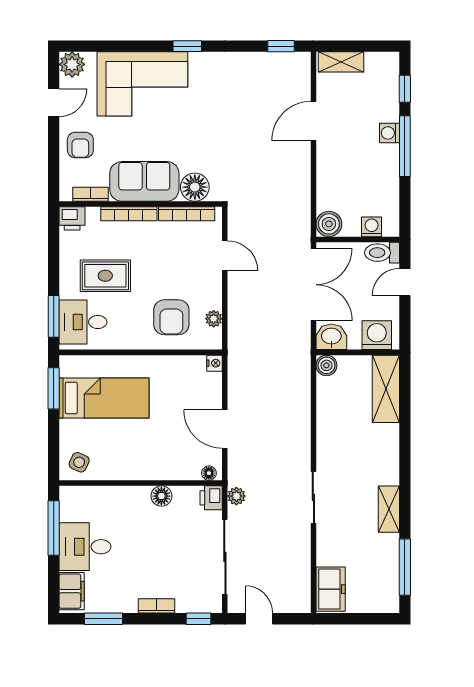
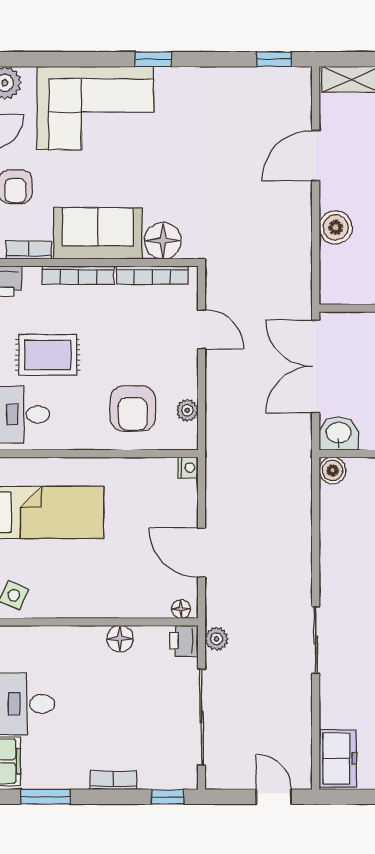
boiler: (329, 224) -> (336, 227), moved
double door: (313, 285) -> (316, 366), swing flipped
door: (259, 619) -> (274, 797), moved

